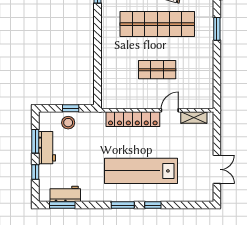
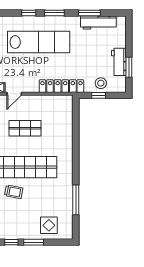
locker: (133, 119) -> (61, 86), moved
window: (35, 172) -> (129, 41), removed
workbench: (65, 194) -> (98, 22), width x1.37
window: (62, 205) -> (89, 13), moved

